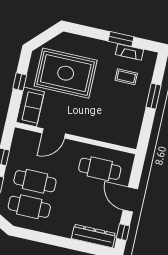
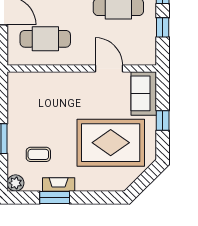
fireplace: (129, 52) -> (59, 184), moved
plant: (150, 58) -> (16, 183), added
door: (54, 133) -> (109, 68), hinge flipped

